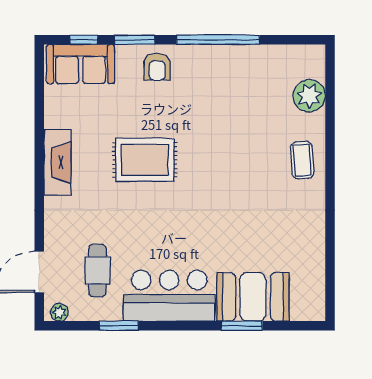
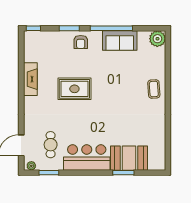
window: (84, 40) -> (33, 28), moved
sofa: (81, 64) -> (120, 40), moved
plant: (309, 96) -> (157, 39), moved
fireplace: (57, 163) -> (30, 79), moved
window: (119, 326) -> (49, 173), moved

